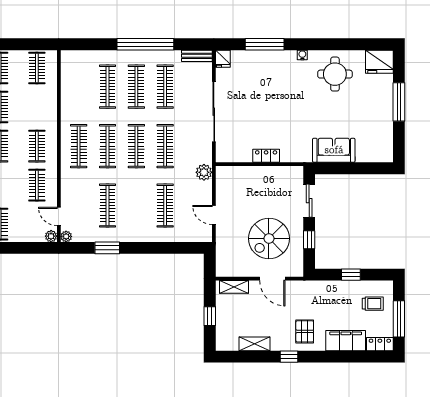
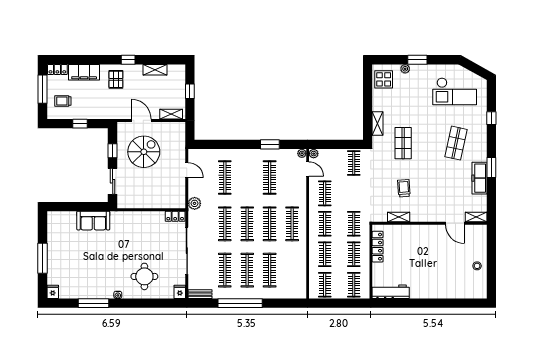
window: (265, 44) -> (93, 303), moved
fridge: (379, 62) -> (53, 292), width x0.53, depth x0.75
round table: (335, 74) -> (144, 276), moved
clothes rail: (37, 107) -> (325, 254), added
locker: (266, 156) -> (175, 216), moved

